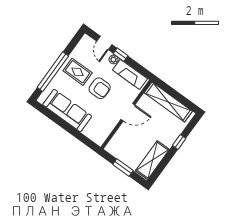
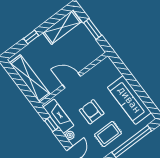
window: (121, 55) -> (51, 124), moved
rug: (78, 72) -> (108, 134), turned 90

